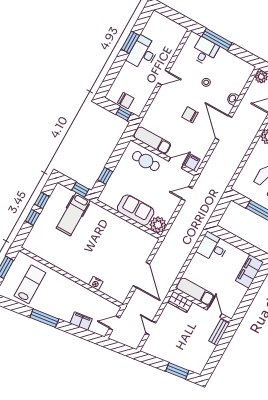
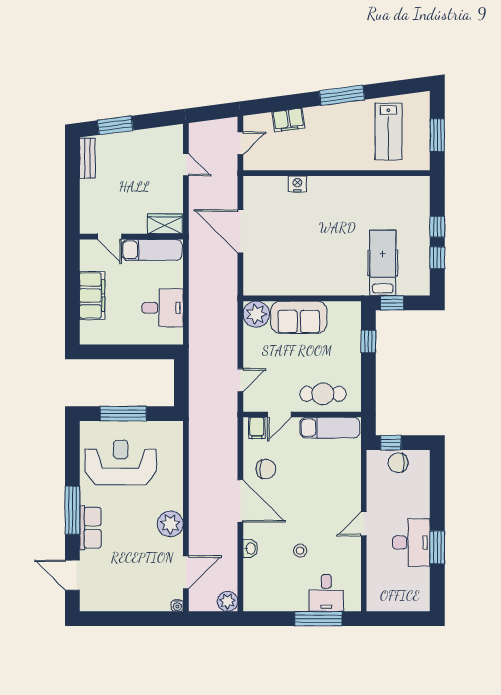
chair: (190, 115) -> (266, 469), moved
desk: (213, 247) -> (163, 308), moved
filing cabinet: (249, 271) -> (92, 296), moved
bench: (219, 332) -> (87, 158), moved

